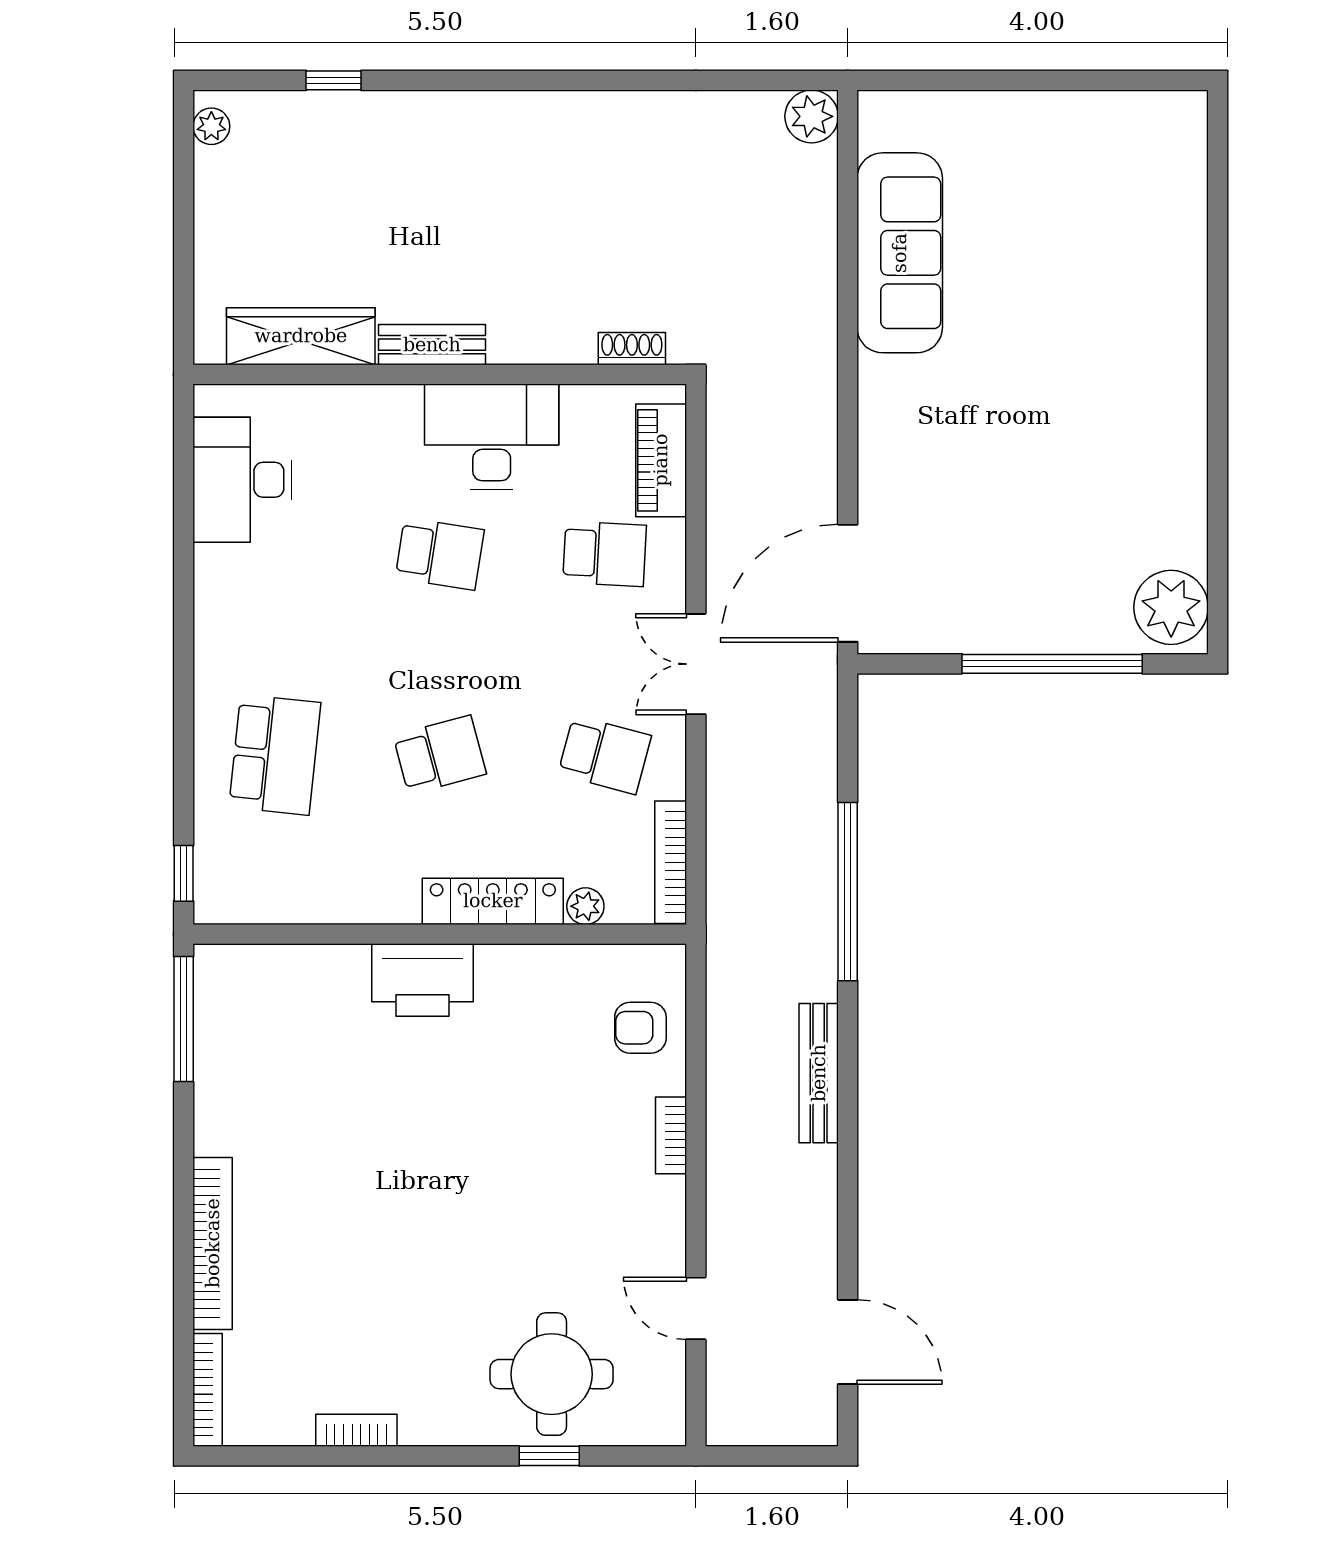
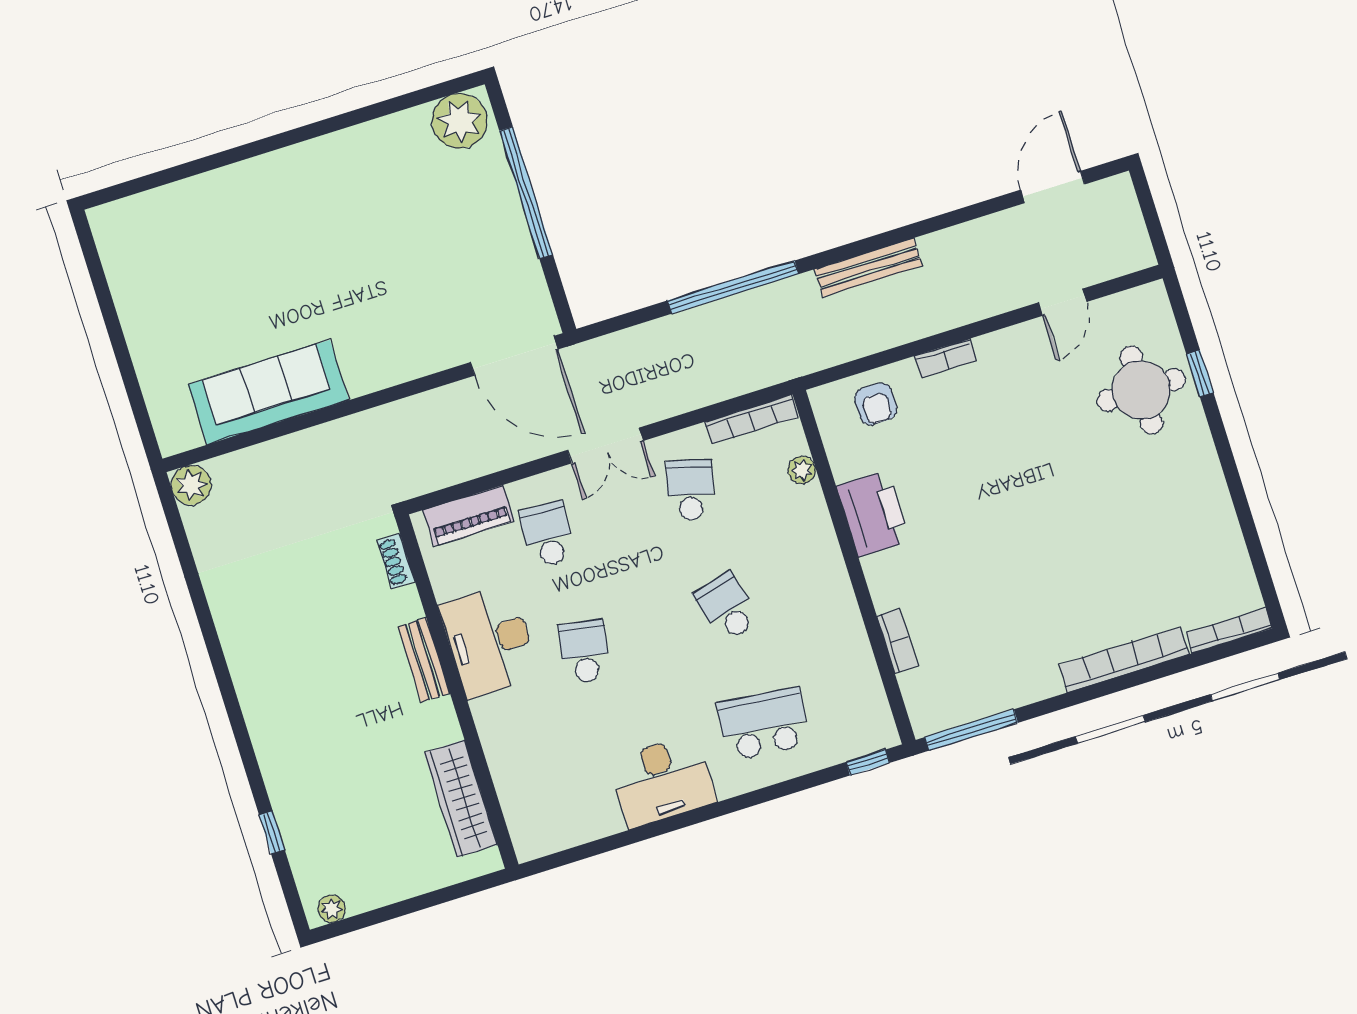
bench: (432, 345) -> (424, 660), moved
desk: (242, 480) -> (663, 781), moved
locker: (493, 901) -> (819, 537), removed
printer: (423, 980) -> (873, 514), moved
bookcase: (356, 1430) -> (897, 641), moved, turned 180

